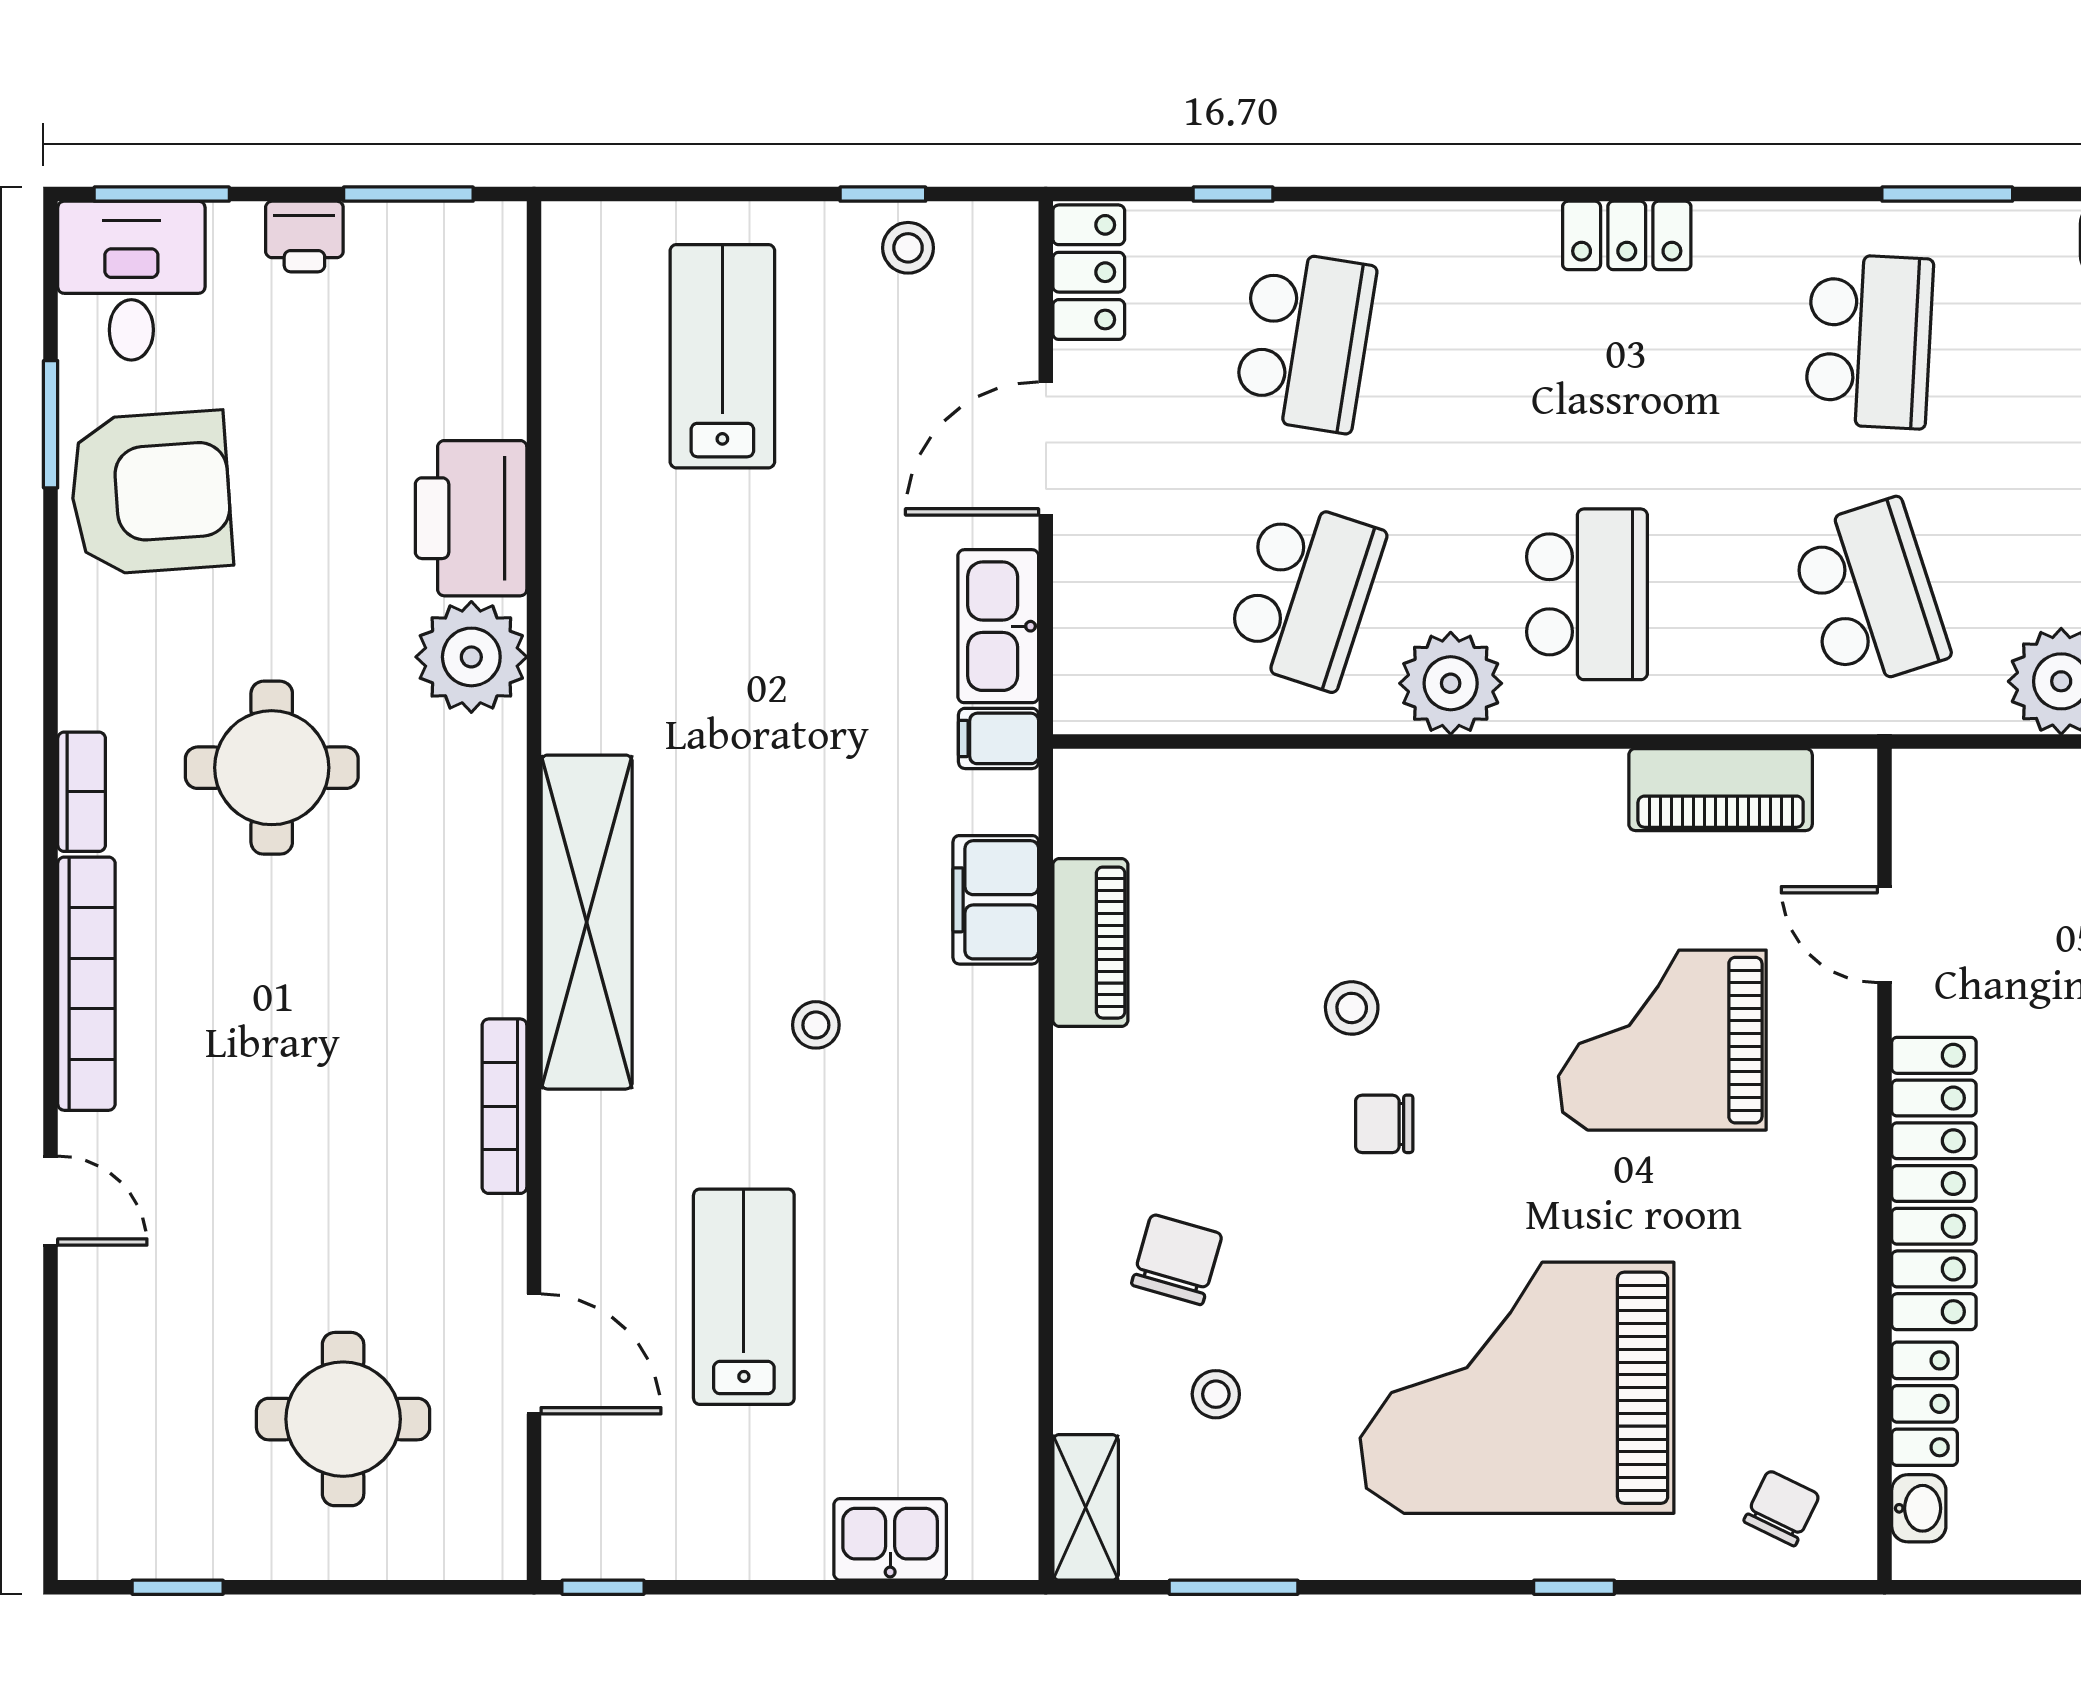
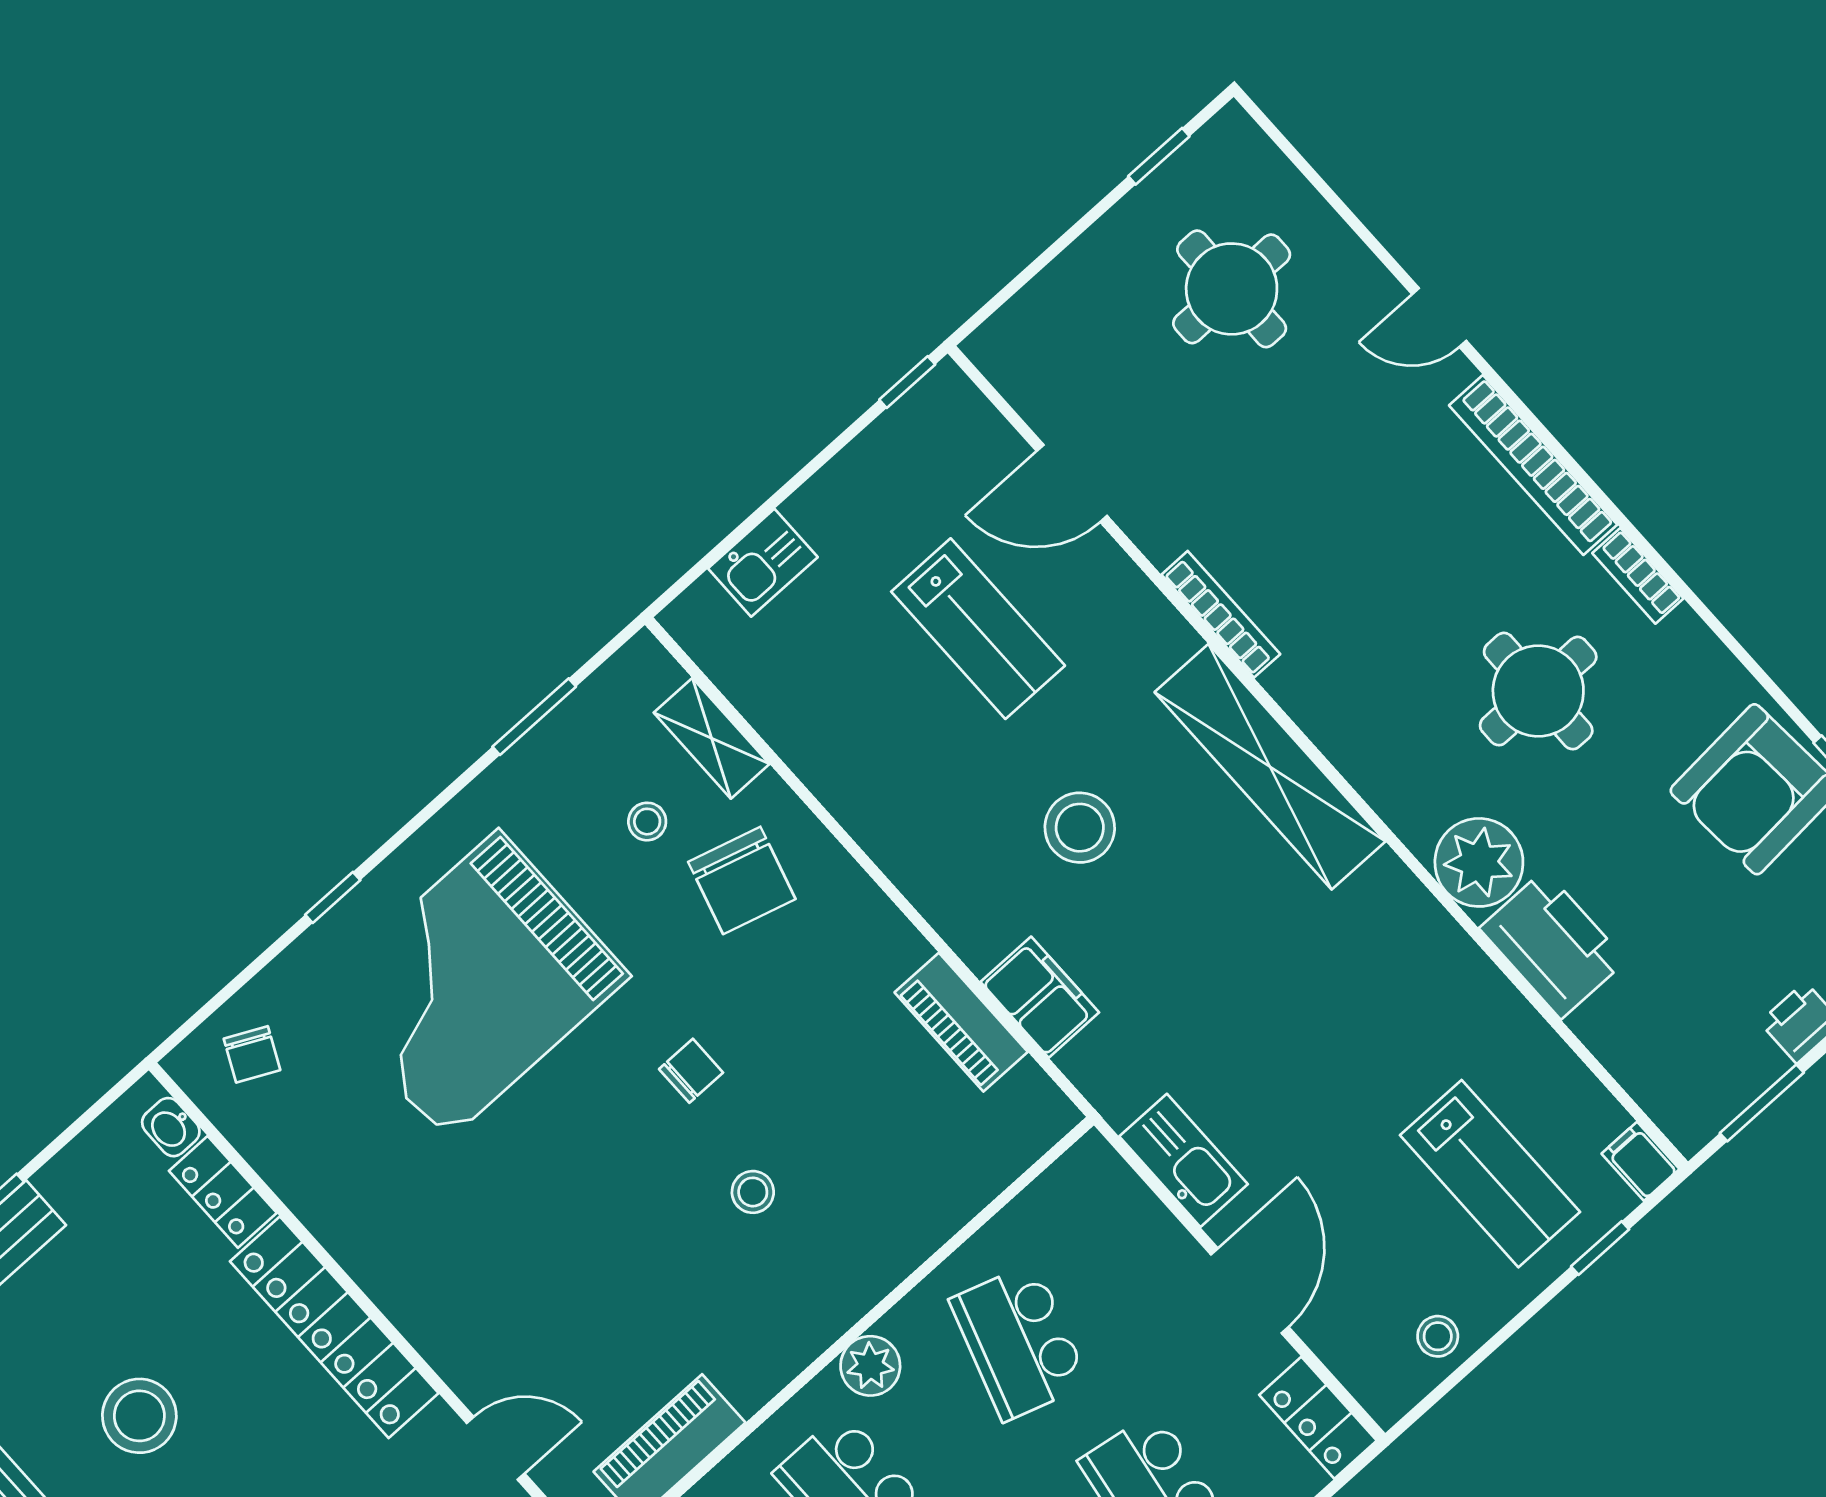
window: (883, 194) -> (1600, 1248), moved
plant: (1451, 683) -> (870, 1366), width x0.73, depth x0.73
filing cabinet: (999, 738) -> (1641, 1161), moved, turned -90
stool: (1352, 1008) -> (753, 1192), moved
stool: (816, 1025) -> (1080, 828), width x1.89, depth x1.89
grand piano: (1662, 1040) -> (571, 1268), removed
chair: (1177, 1260) -> (742, 880), width x1.37, depth x1.37
grand piano: (1517, 1388) -> (472, 985), turned 180
round table: (343, 1419) -> (1232, 289), moved
shelving: (1086, 1507) -> (712, 738), moved

